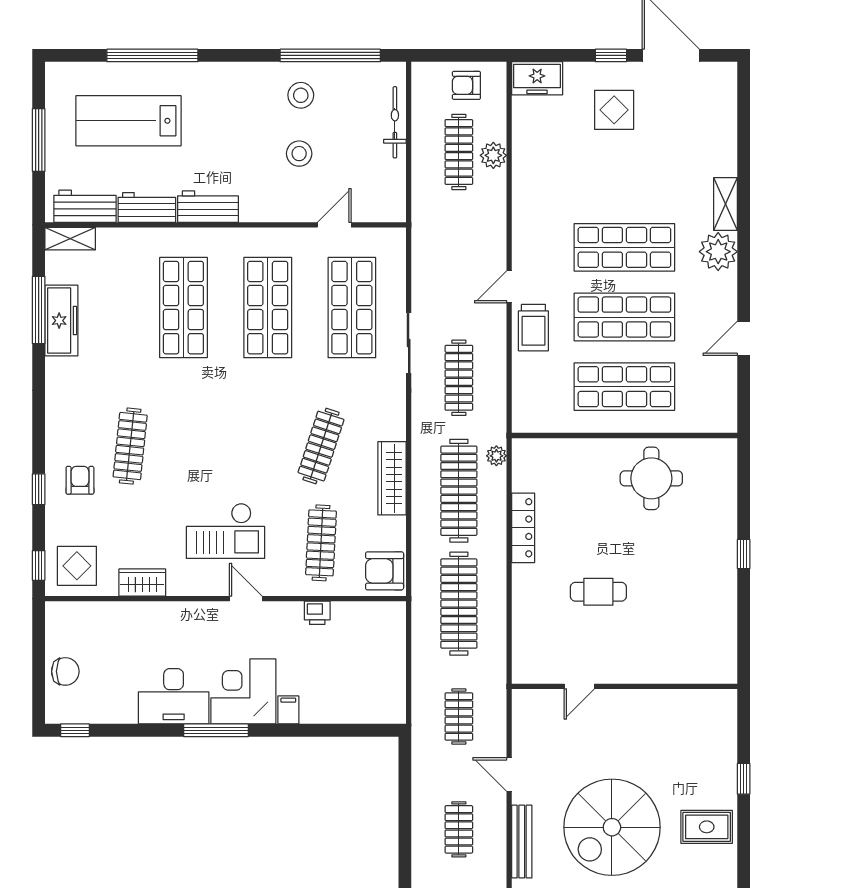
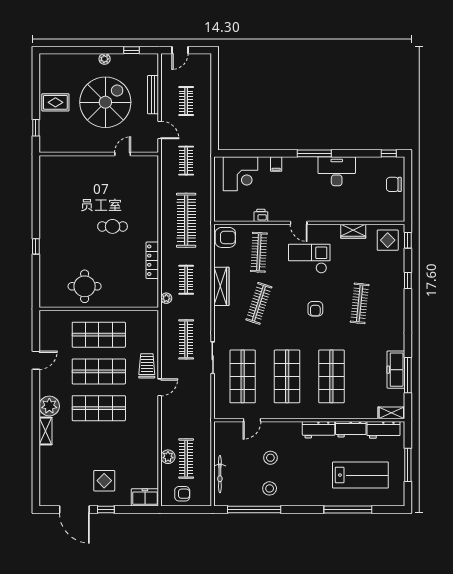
armchair: (80, 480) -> (315, 309), moved
clothes rail: (459, 491) -> (186, 280), width x0.54, depth x0.76
door: (579, 686) -> (123, 154), moved
wall: (624, 686) -> (99, 154), moved
corner desk: (243, 691) -> (241, 174), moved

